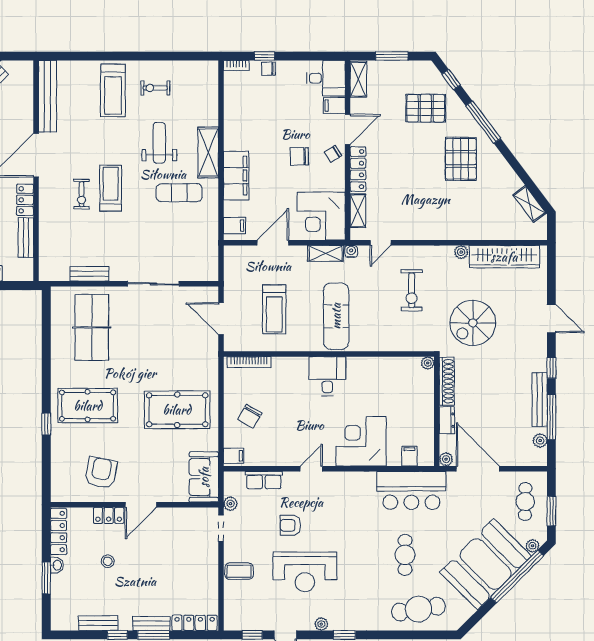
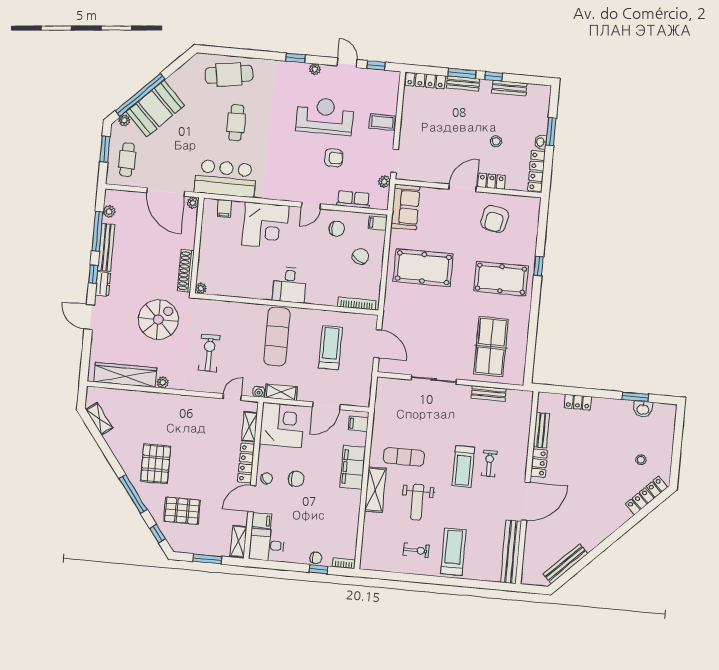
dresser: (447, 420) -> (103, 284), moved, turned 180
chair: (280, 445) -> (337, 229), added
booth: (486, 564) -> (155, 109), width x0.73, depth x0.70

